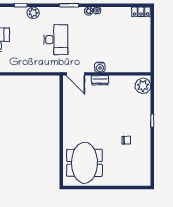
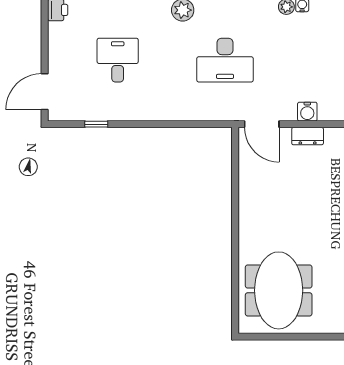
desk: (56, 40) -> (225, 60), turned 90

